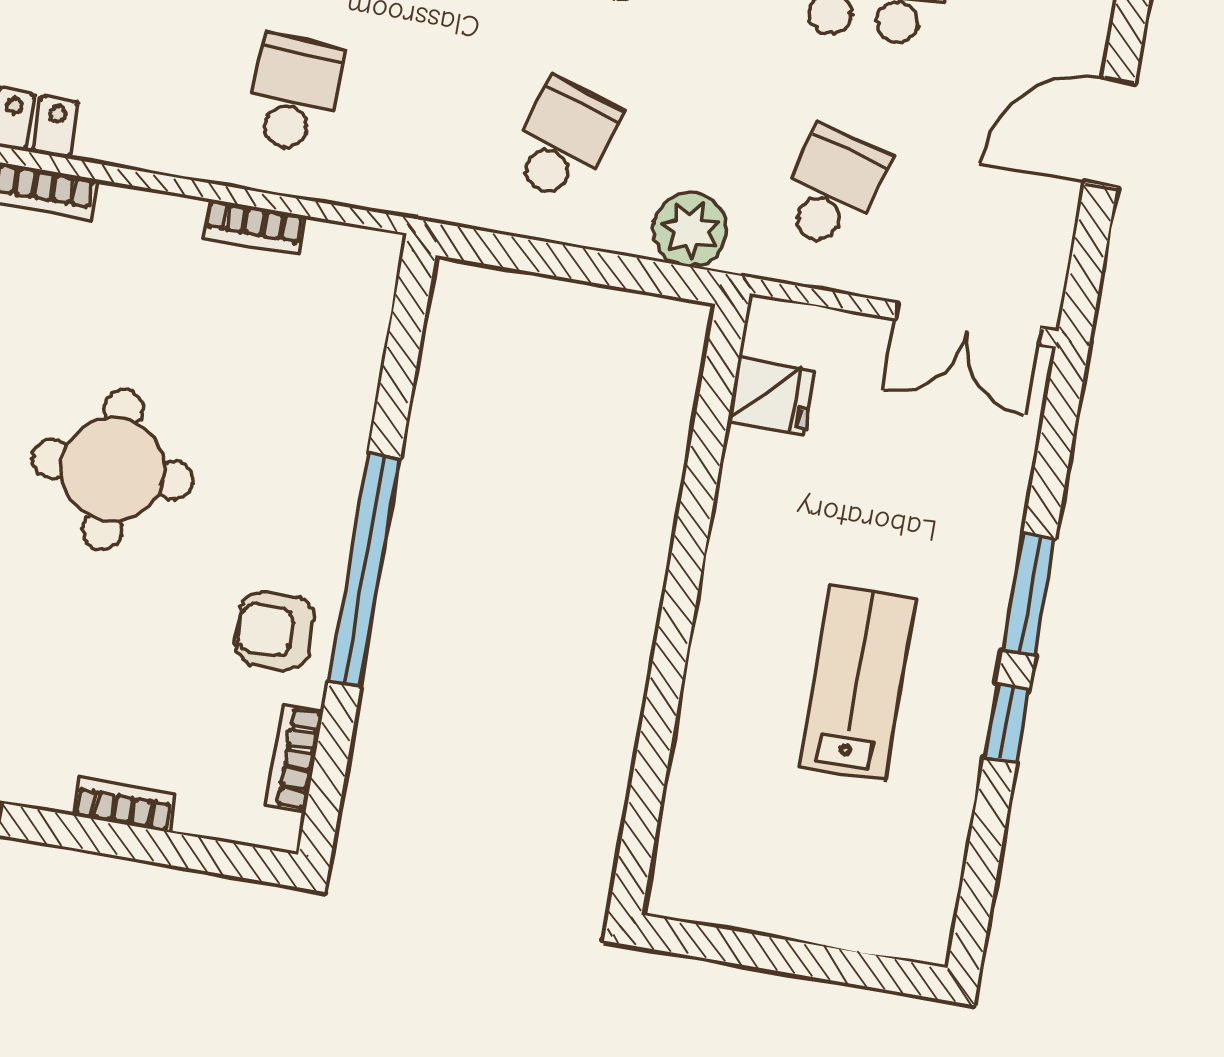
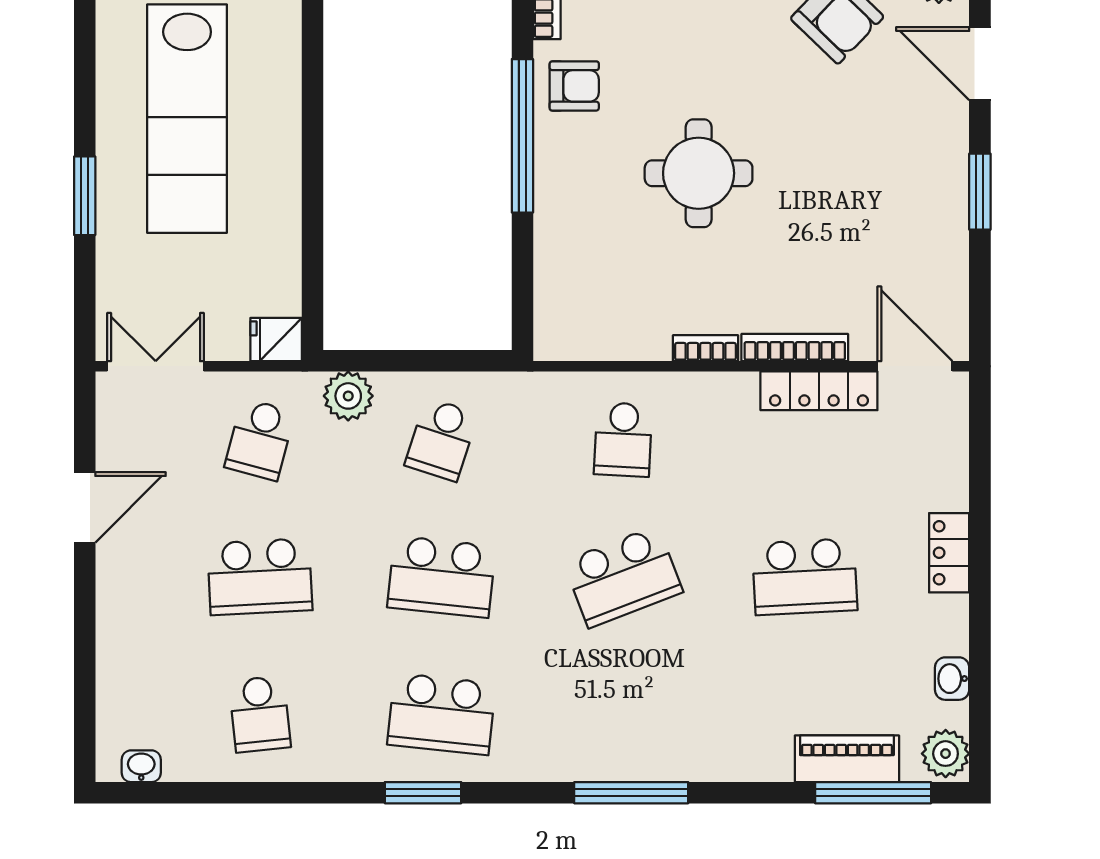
bookcase: (254, 226) -> (705, 348), moved
fridge: (771, 395) -> (276, 340), moved
lab bench: (857, 683) -> (187, 119), width x1.86, depth x1.39
window: (1007, 723) -> (85, 109), removed

